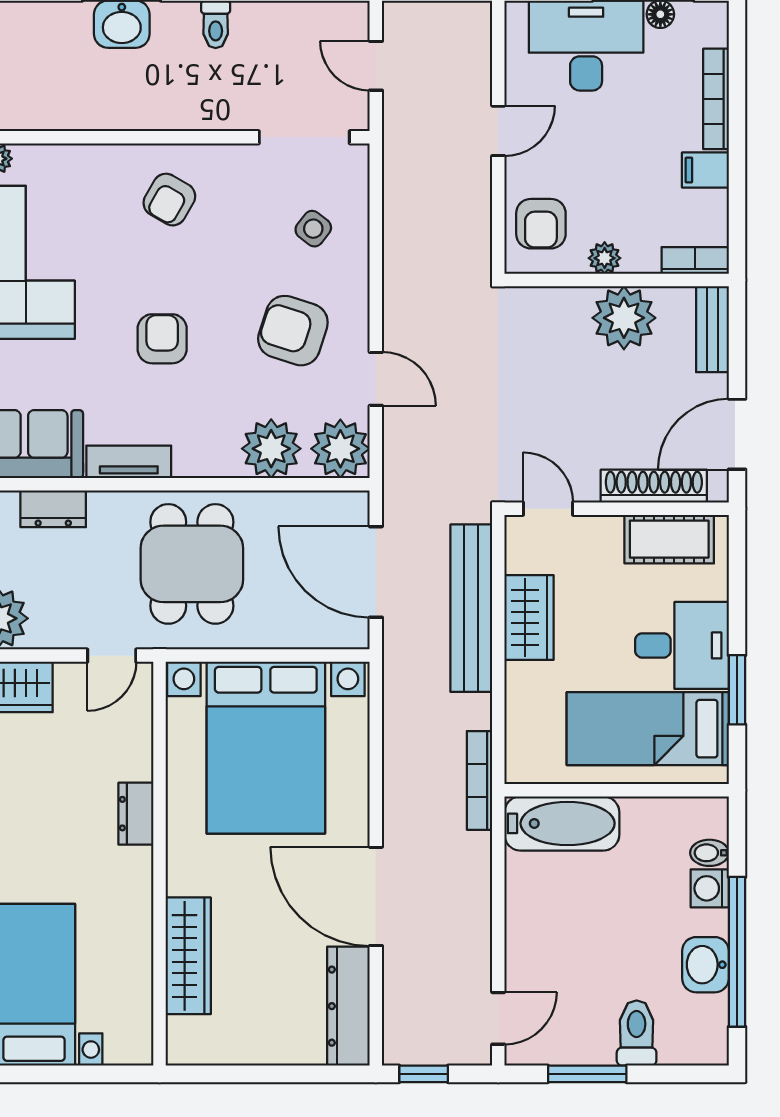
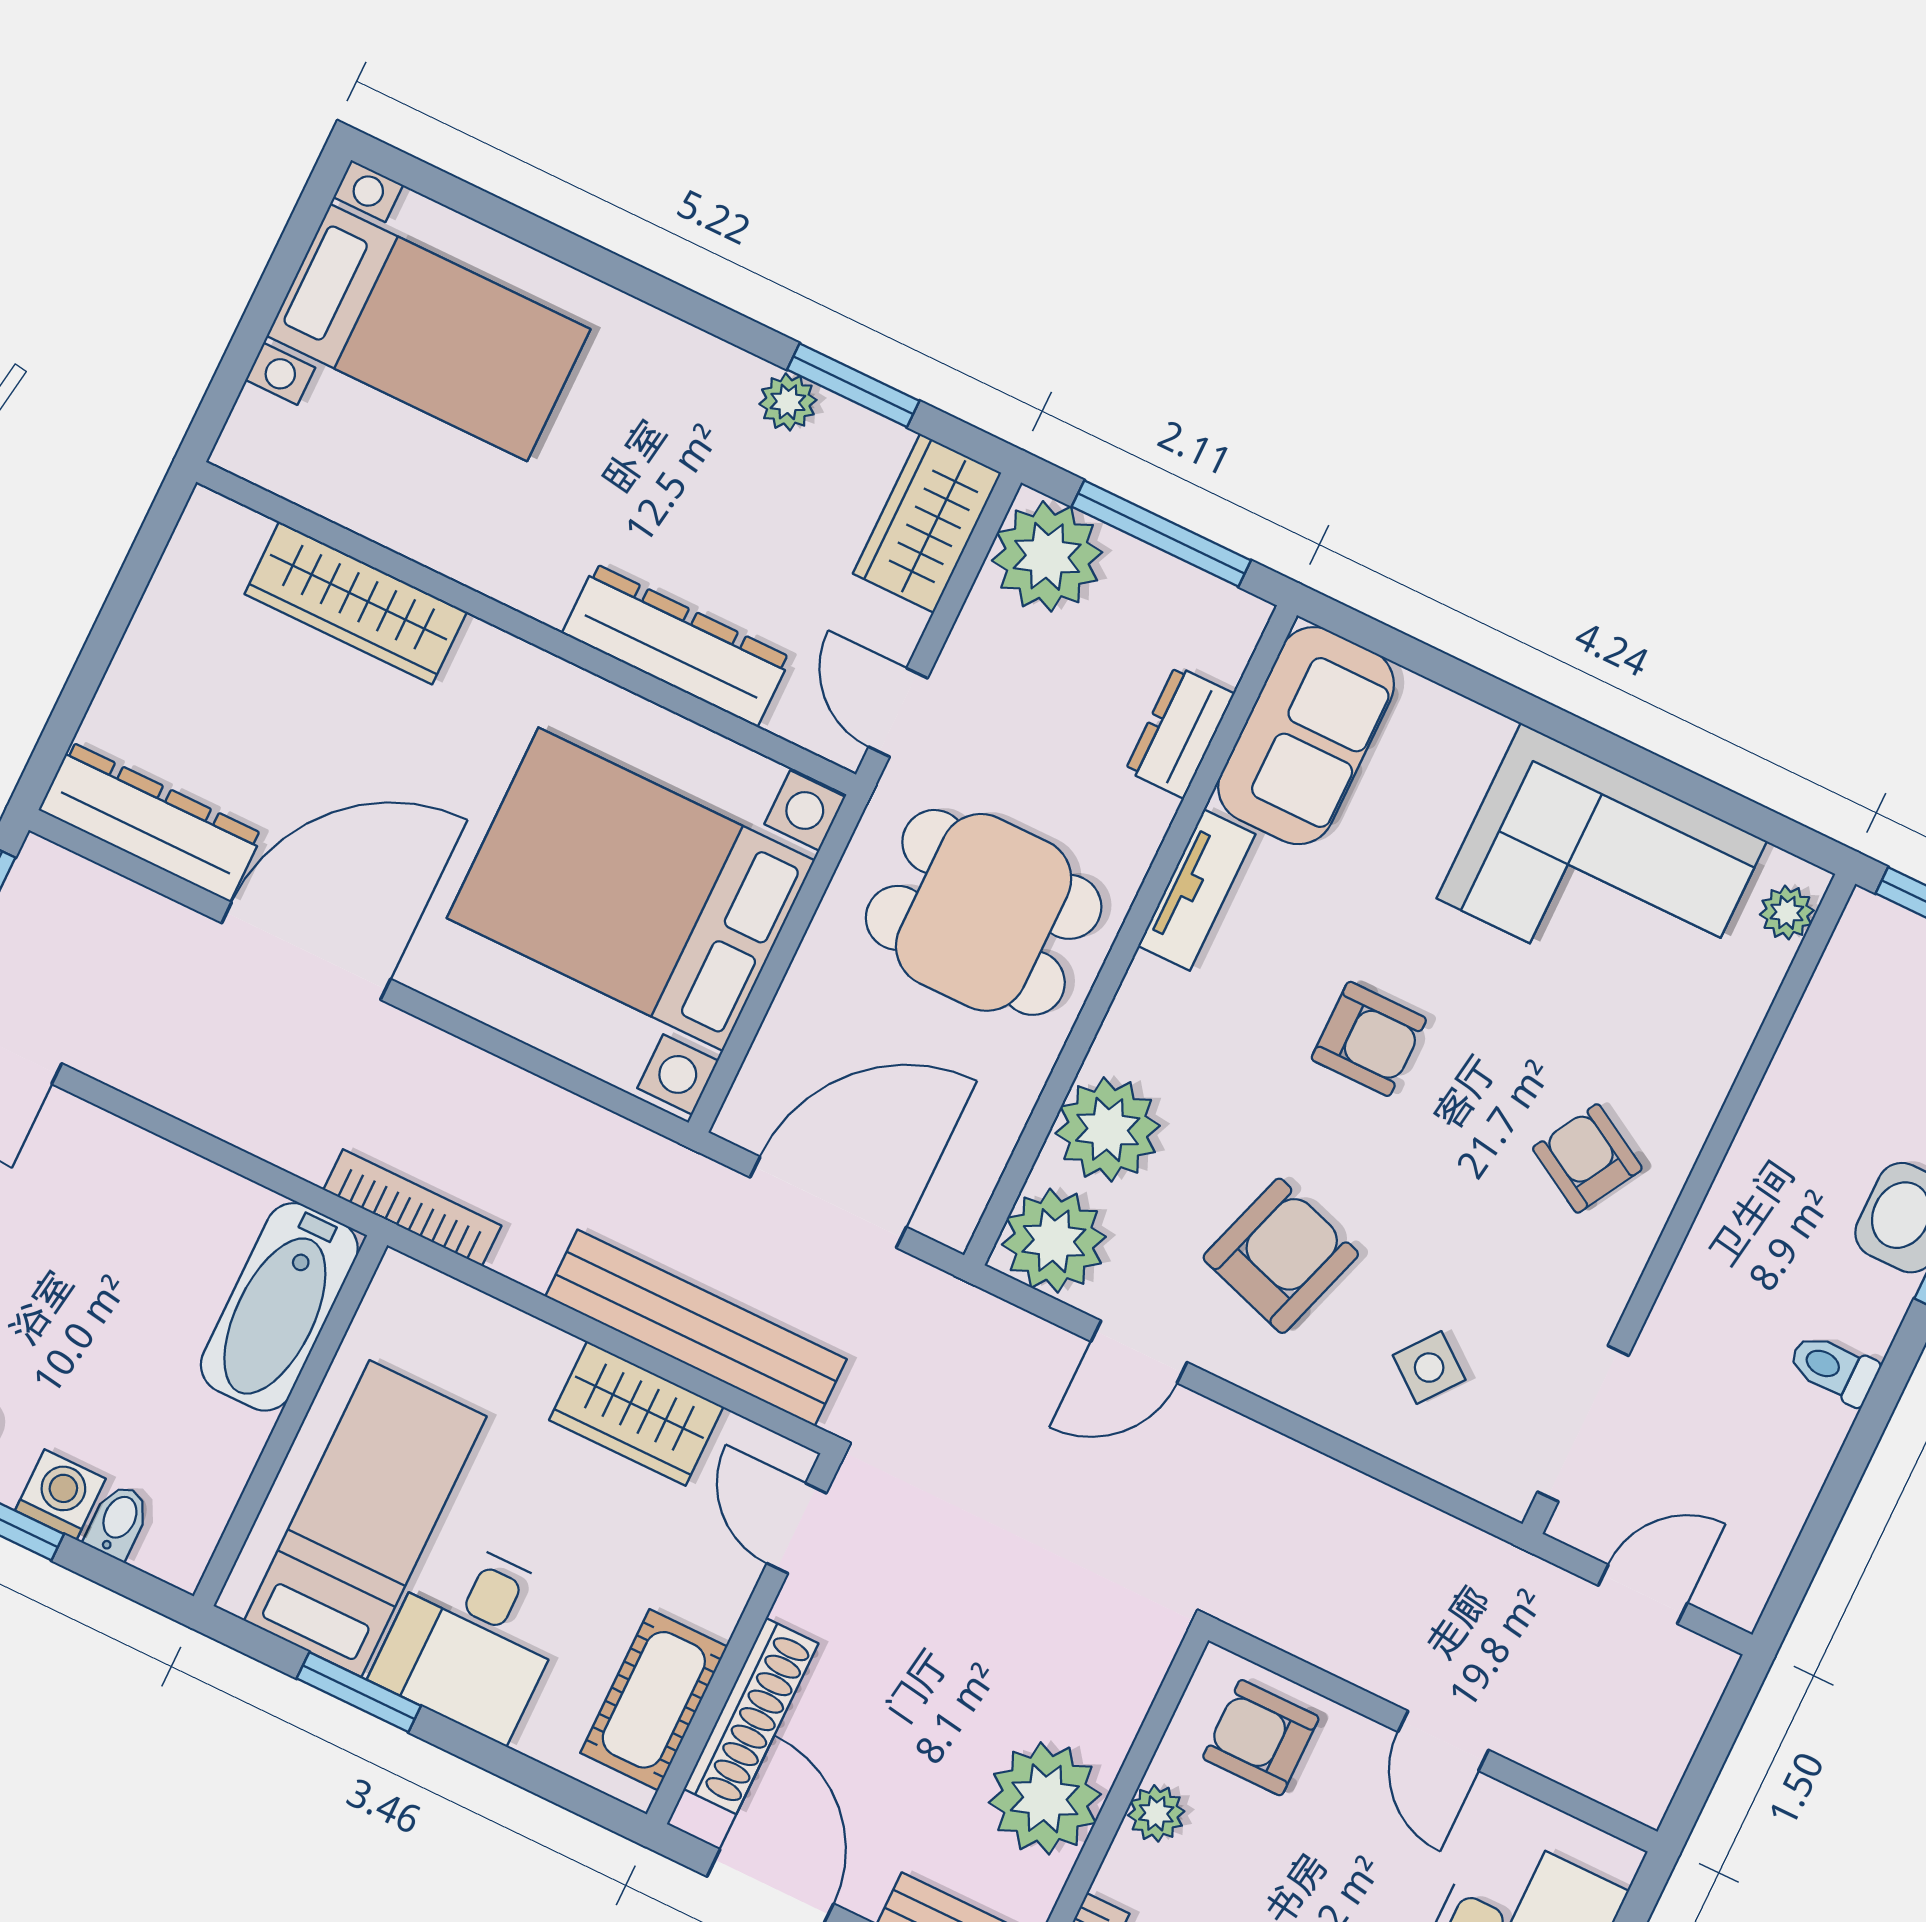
door: (548, 509) -> (797, 1528), swing flipped
dresser: (136, 814) -> (676, 645), width x1.96, depth x1.24

